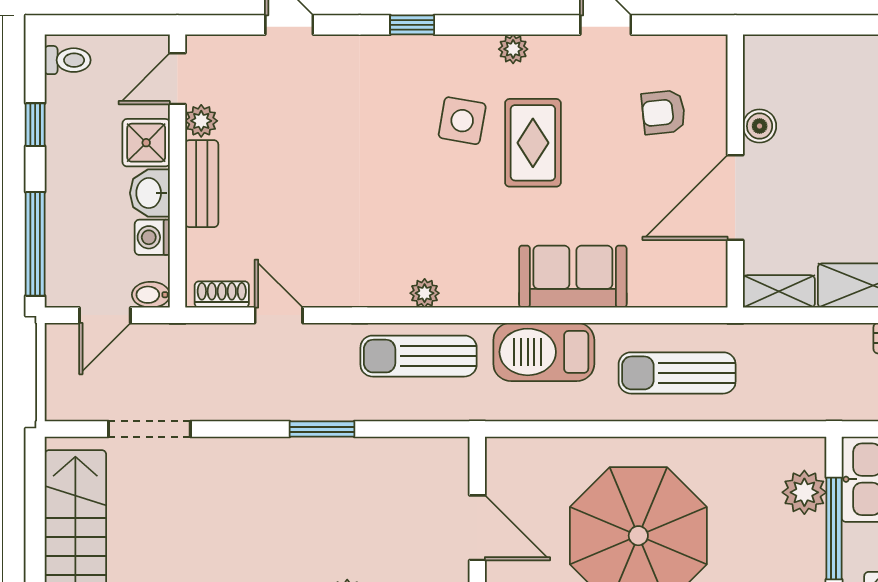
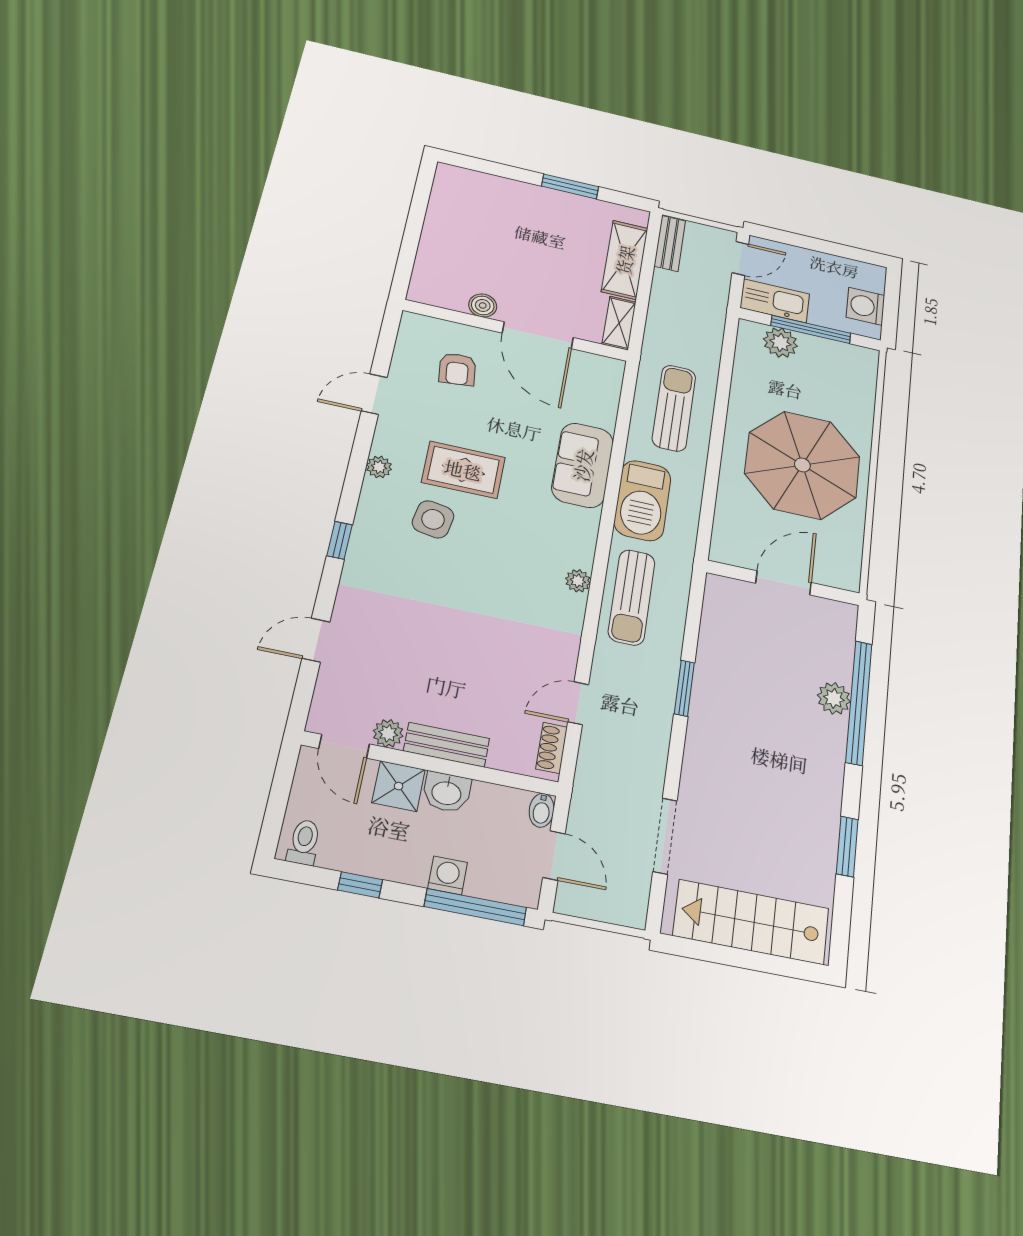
washing machine: (152, 237) -> (448, 875), moved, turned 180
sun lounger: (677, 373) -> (674, 408), turned 180

